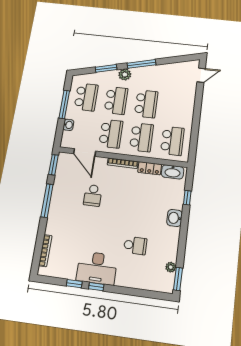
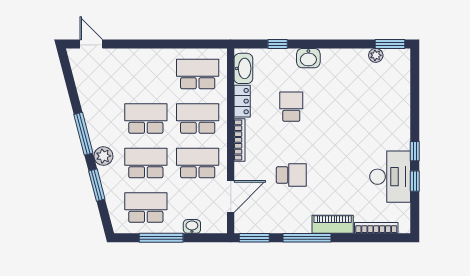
piano: (53, 220) -> (333, 224), added
school desk: (135, 245) -> (291, 107), moved
desk: (97, 268) -> (390, 177), moved

